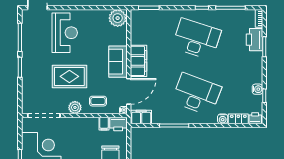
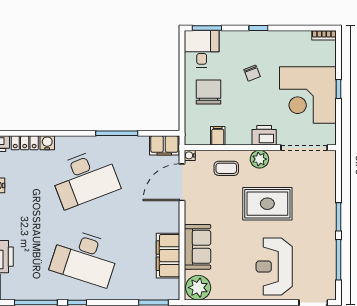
filing cabinet: (139, 61) -> (168, 256), moved
sofa: (118, 62) -> (198, 247), moved
desk: (197, 94) -> (85, 178), turned -42
printer: (118, 124) -> (264, 135), moved

